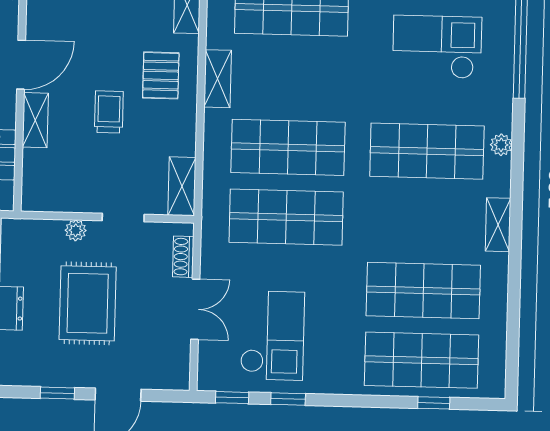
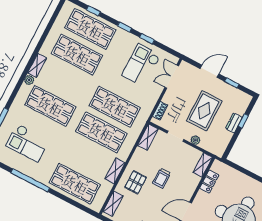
shelving: (35, 120) -> (203, 165), moved
plant: (501, 145) -> (29, 80), moved
double door: (195, 309) -> (172, 77), moved
window: (232, 398) -> (125, 27), moved

